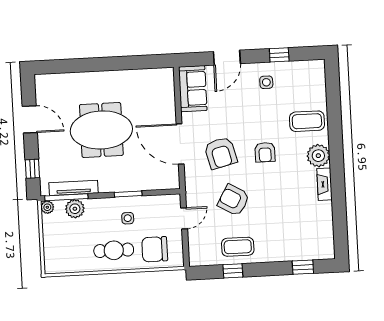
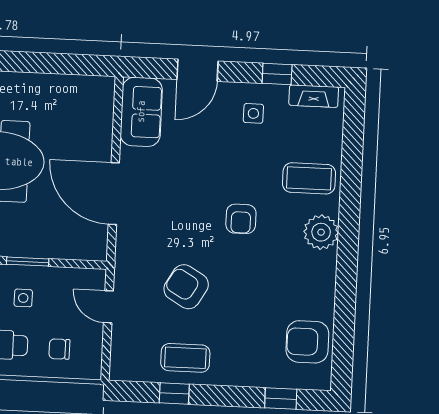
armchair: (221, 153) -> (307, 342), moved, turned 104
fireplace: (324, 184) -> (314, 96), moved, turned -90
door: (184, 218) -> (108, 307), swing flipped
chair: (155, 249) -> (59, 349), width x0.54, depth x0.54

